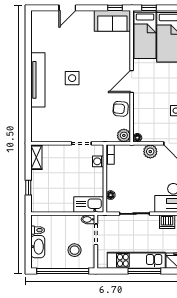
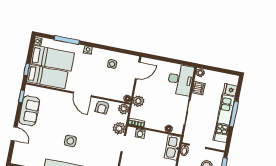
sofa: (112, 21) -> (29, 111), moved
plant: (99, 135) -> (119, 128), added
plant: (150, 152) -> (138, 101), moved

